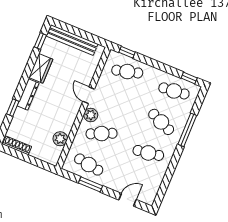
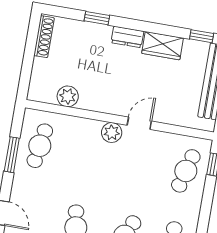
cafe table: (127, 72) -> (186, 171), turned 30
dresser: (28, 94) -> (127, 37), width x0.70
cafe table: (102, 134) -> (88, 154), removed

